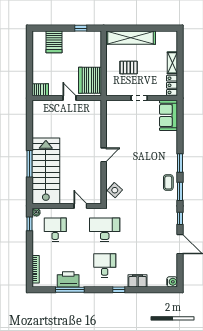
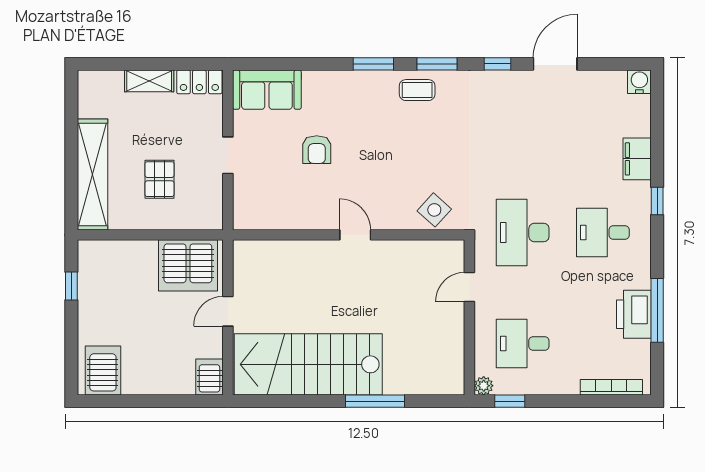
server rack: (54, 42) -> (103, 370), moved, turned -90
armchair: (142, 138) -> (317, 150), added
stairs: (46, 171) -> (308, 364), moved

